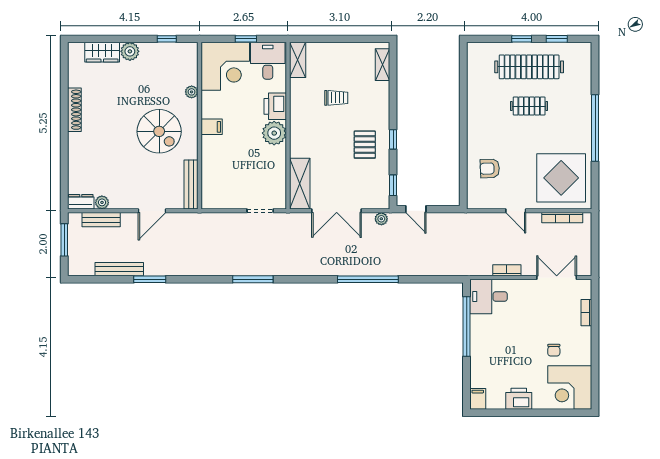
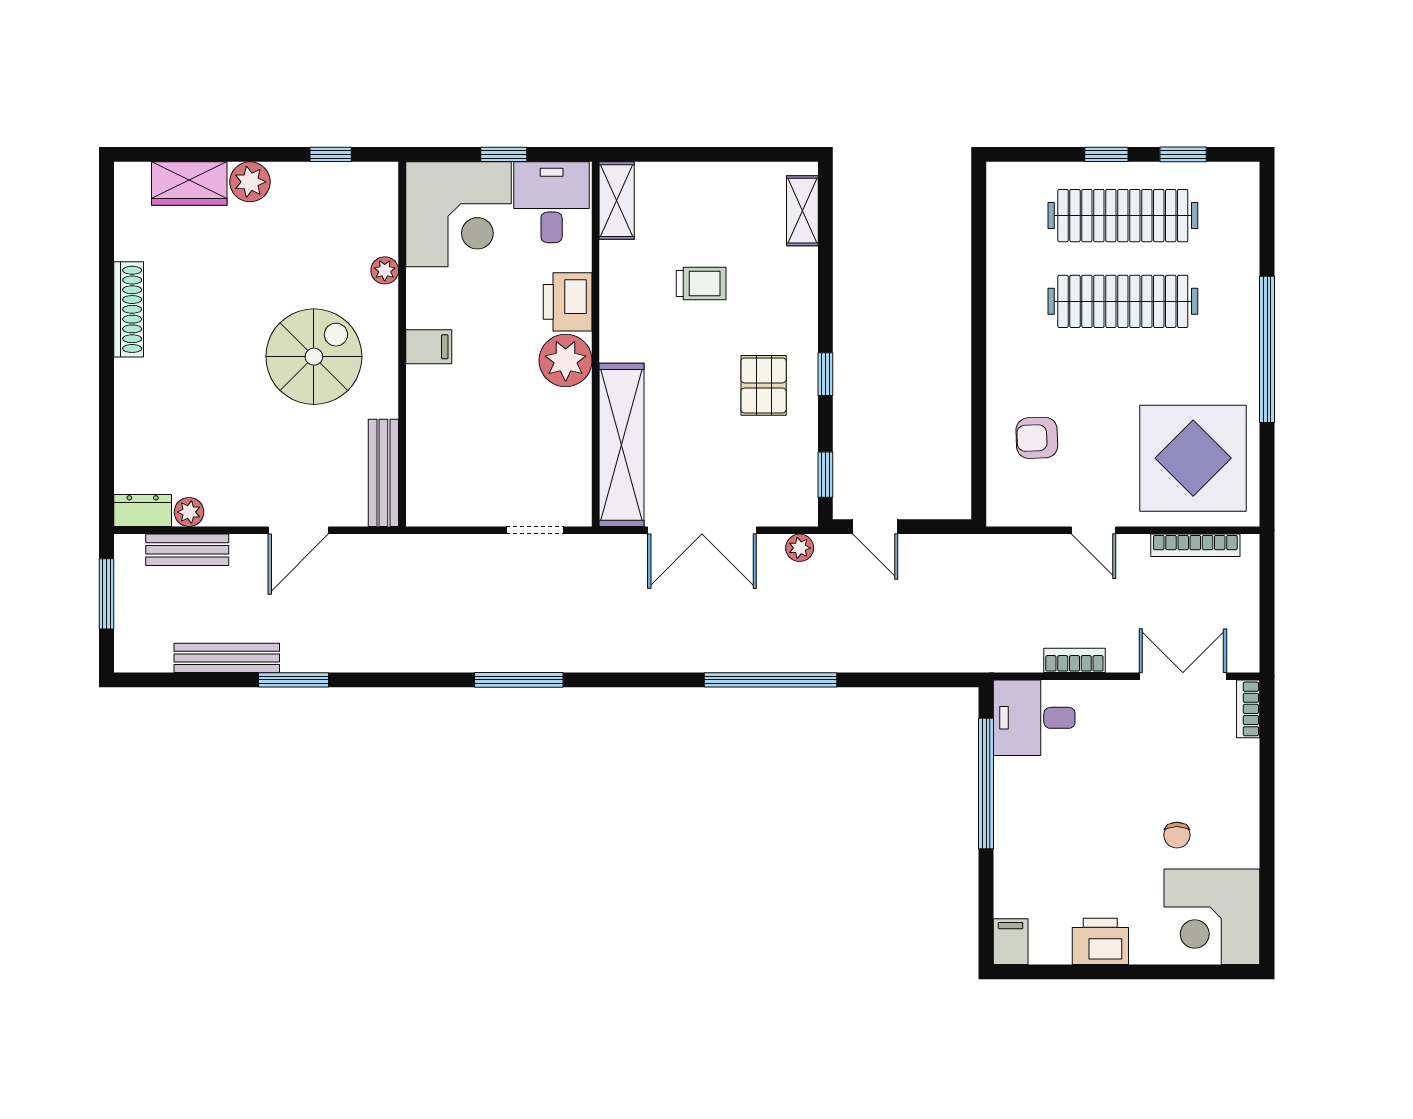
clothes rail: (529, 106) -> (1123, 301), width x1.86, depth x1.31
spiral stairs: (159, 131) -> (314, 357), turned -90
shelving: (300, 184) -> (621, 445), width x1.47
bookcase: (586, 313) -> (1248, 709), moved

